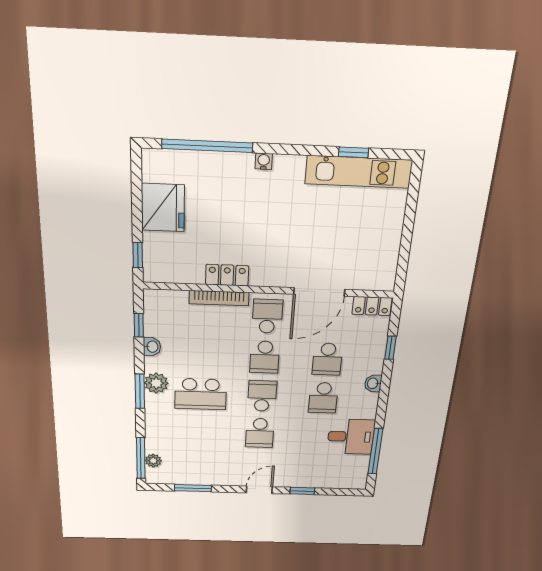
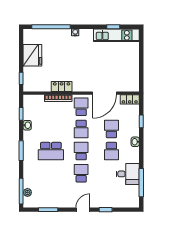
school desk: (327, 359) -> (111, 129), turned 180
plant: (156, 383) -> (29, 146), removed
school desk: (260, 433) -> (81, 173), turned 180

